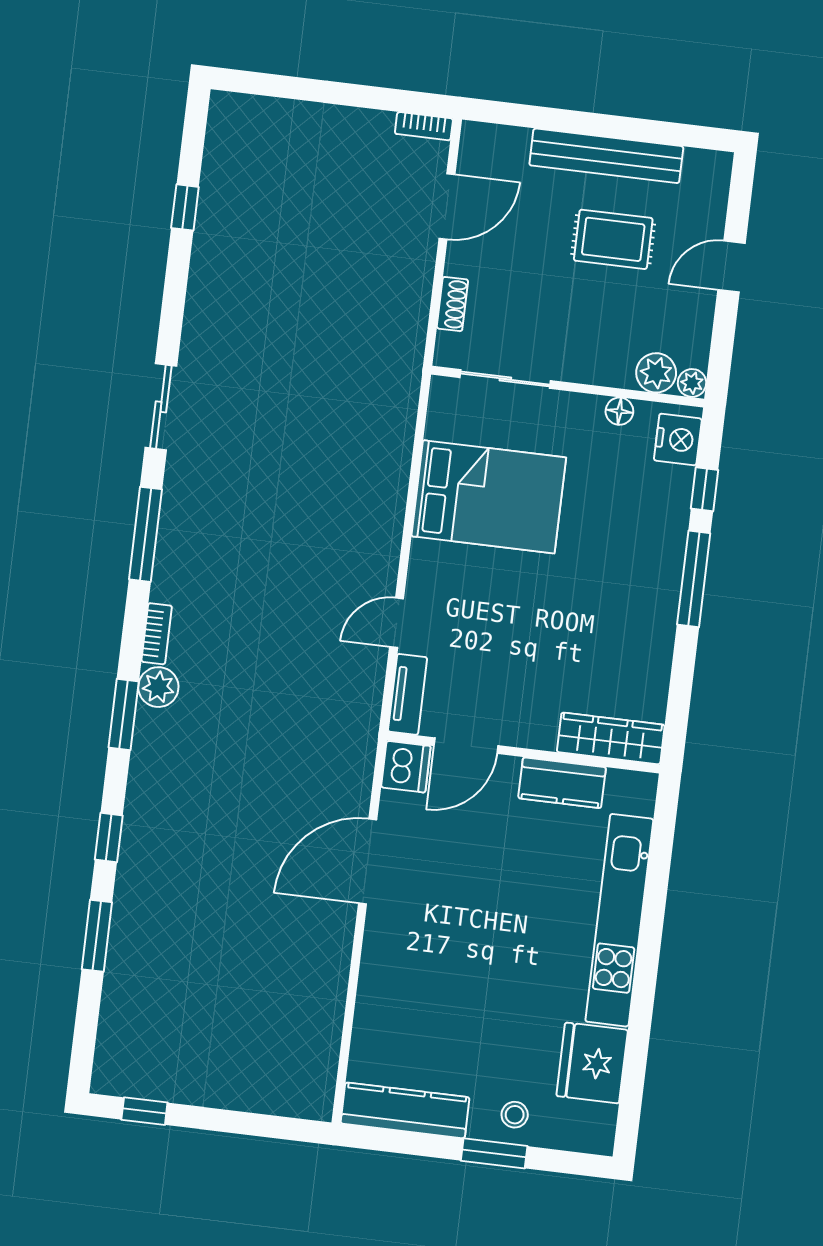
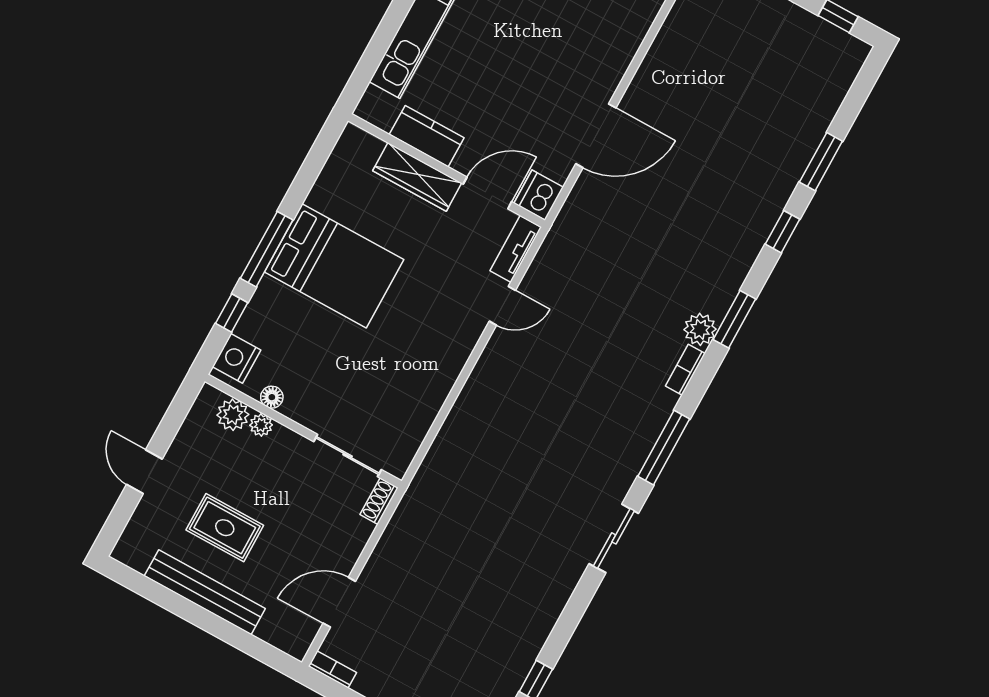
door: (731, 267) -> (144, 472), swing flipped
shoe rack: (452, 304) -> (379, 501), moved
plant: (692, 383) -> (261, 425), moved
bed: (489, 497) -> (334, 266), moved, turned 180
wardrobe: (611, 738) -> (417, 177), moved

